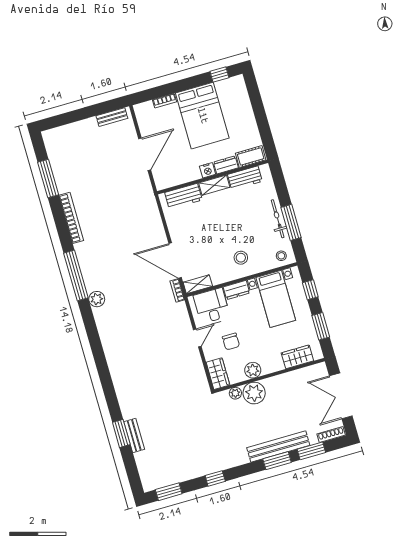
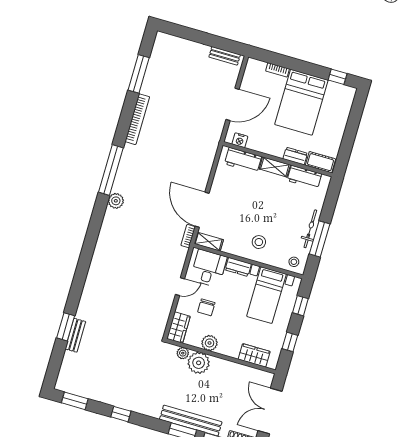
nightstand: (208, 170) -> (240, 140), moved
window: (321, 326) -> (290, 342), width x0.67

